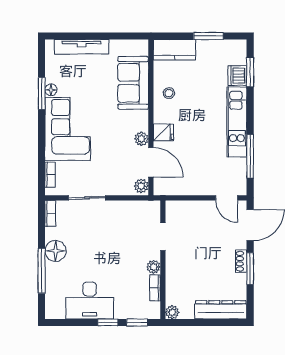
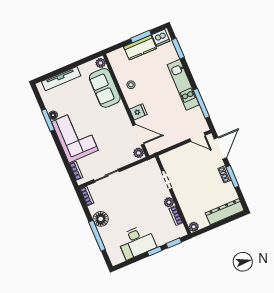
kitchen counter: (174, 50) -> (140, 48), moved
dishwasher: (237, 76) -> (161, 38), moved, turned -90
plant: (141, 139) -> (101, 63), moved

